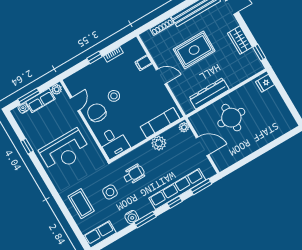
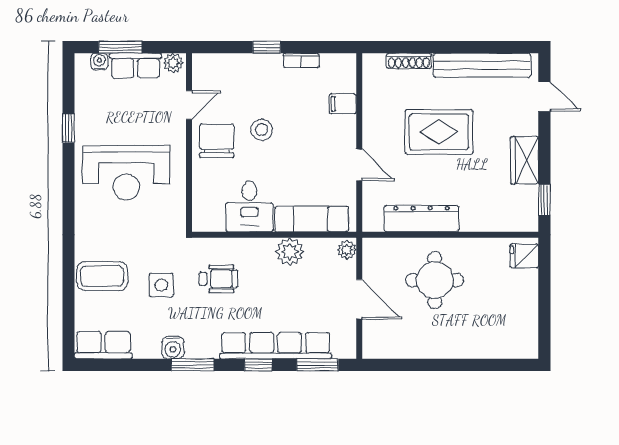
door: (161, 76) -> (359, 165), moved
desk: (114, 143) -> (249, 207), moved
coffee table: (81, 204) -> (102, 276), turned 90

